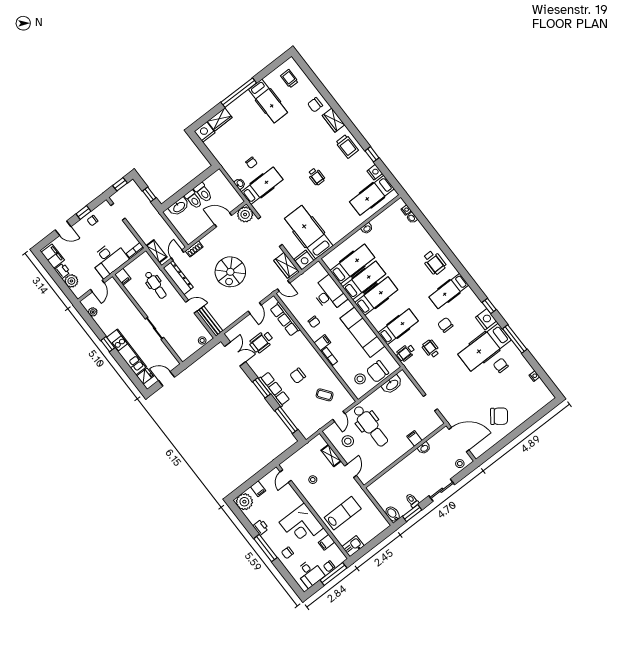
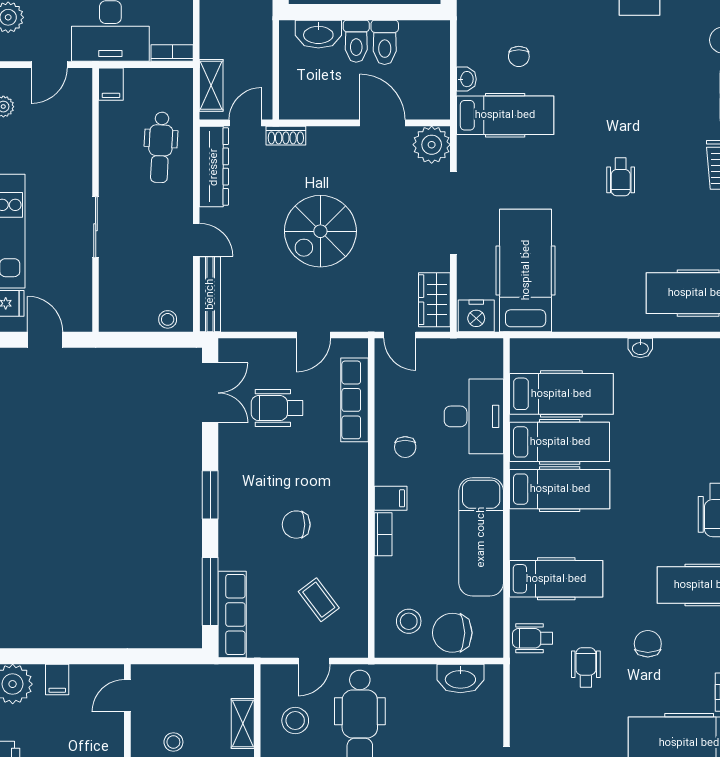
row of seats: (274, 389) -> (232, 615), moved

